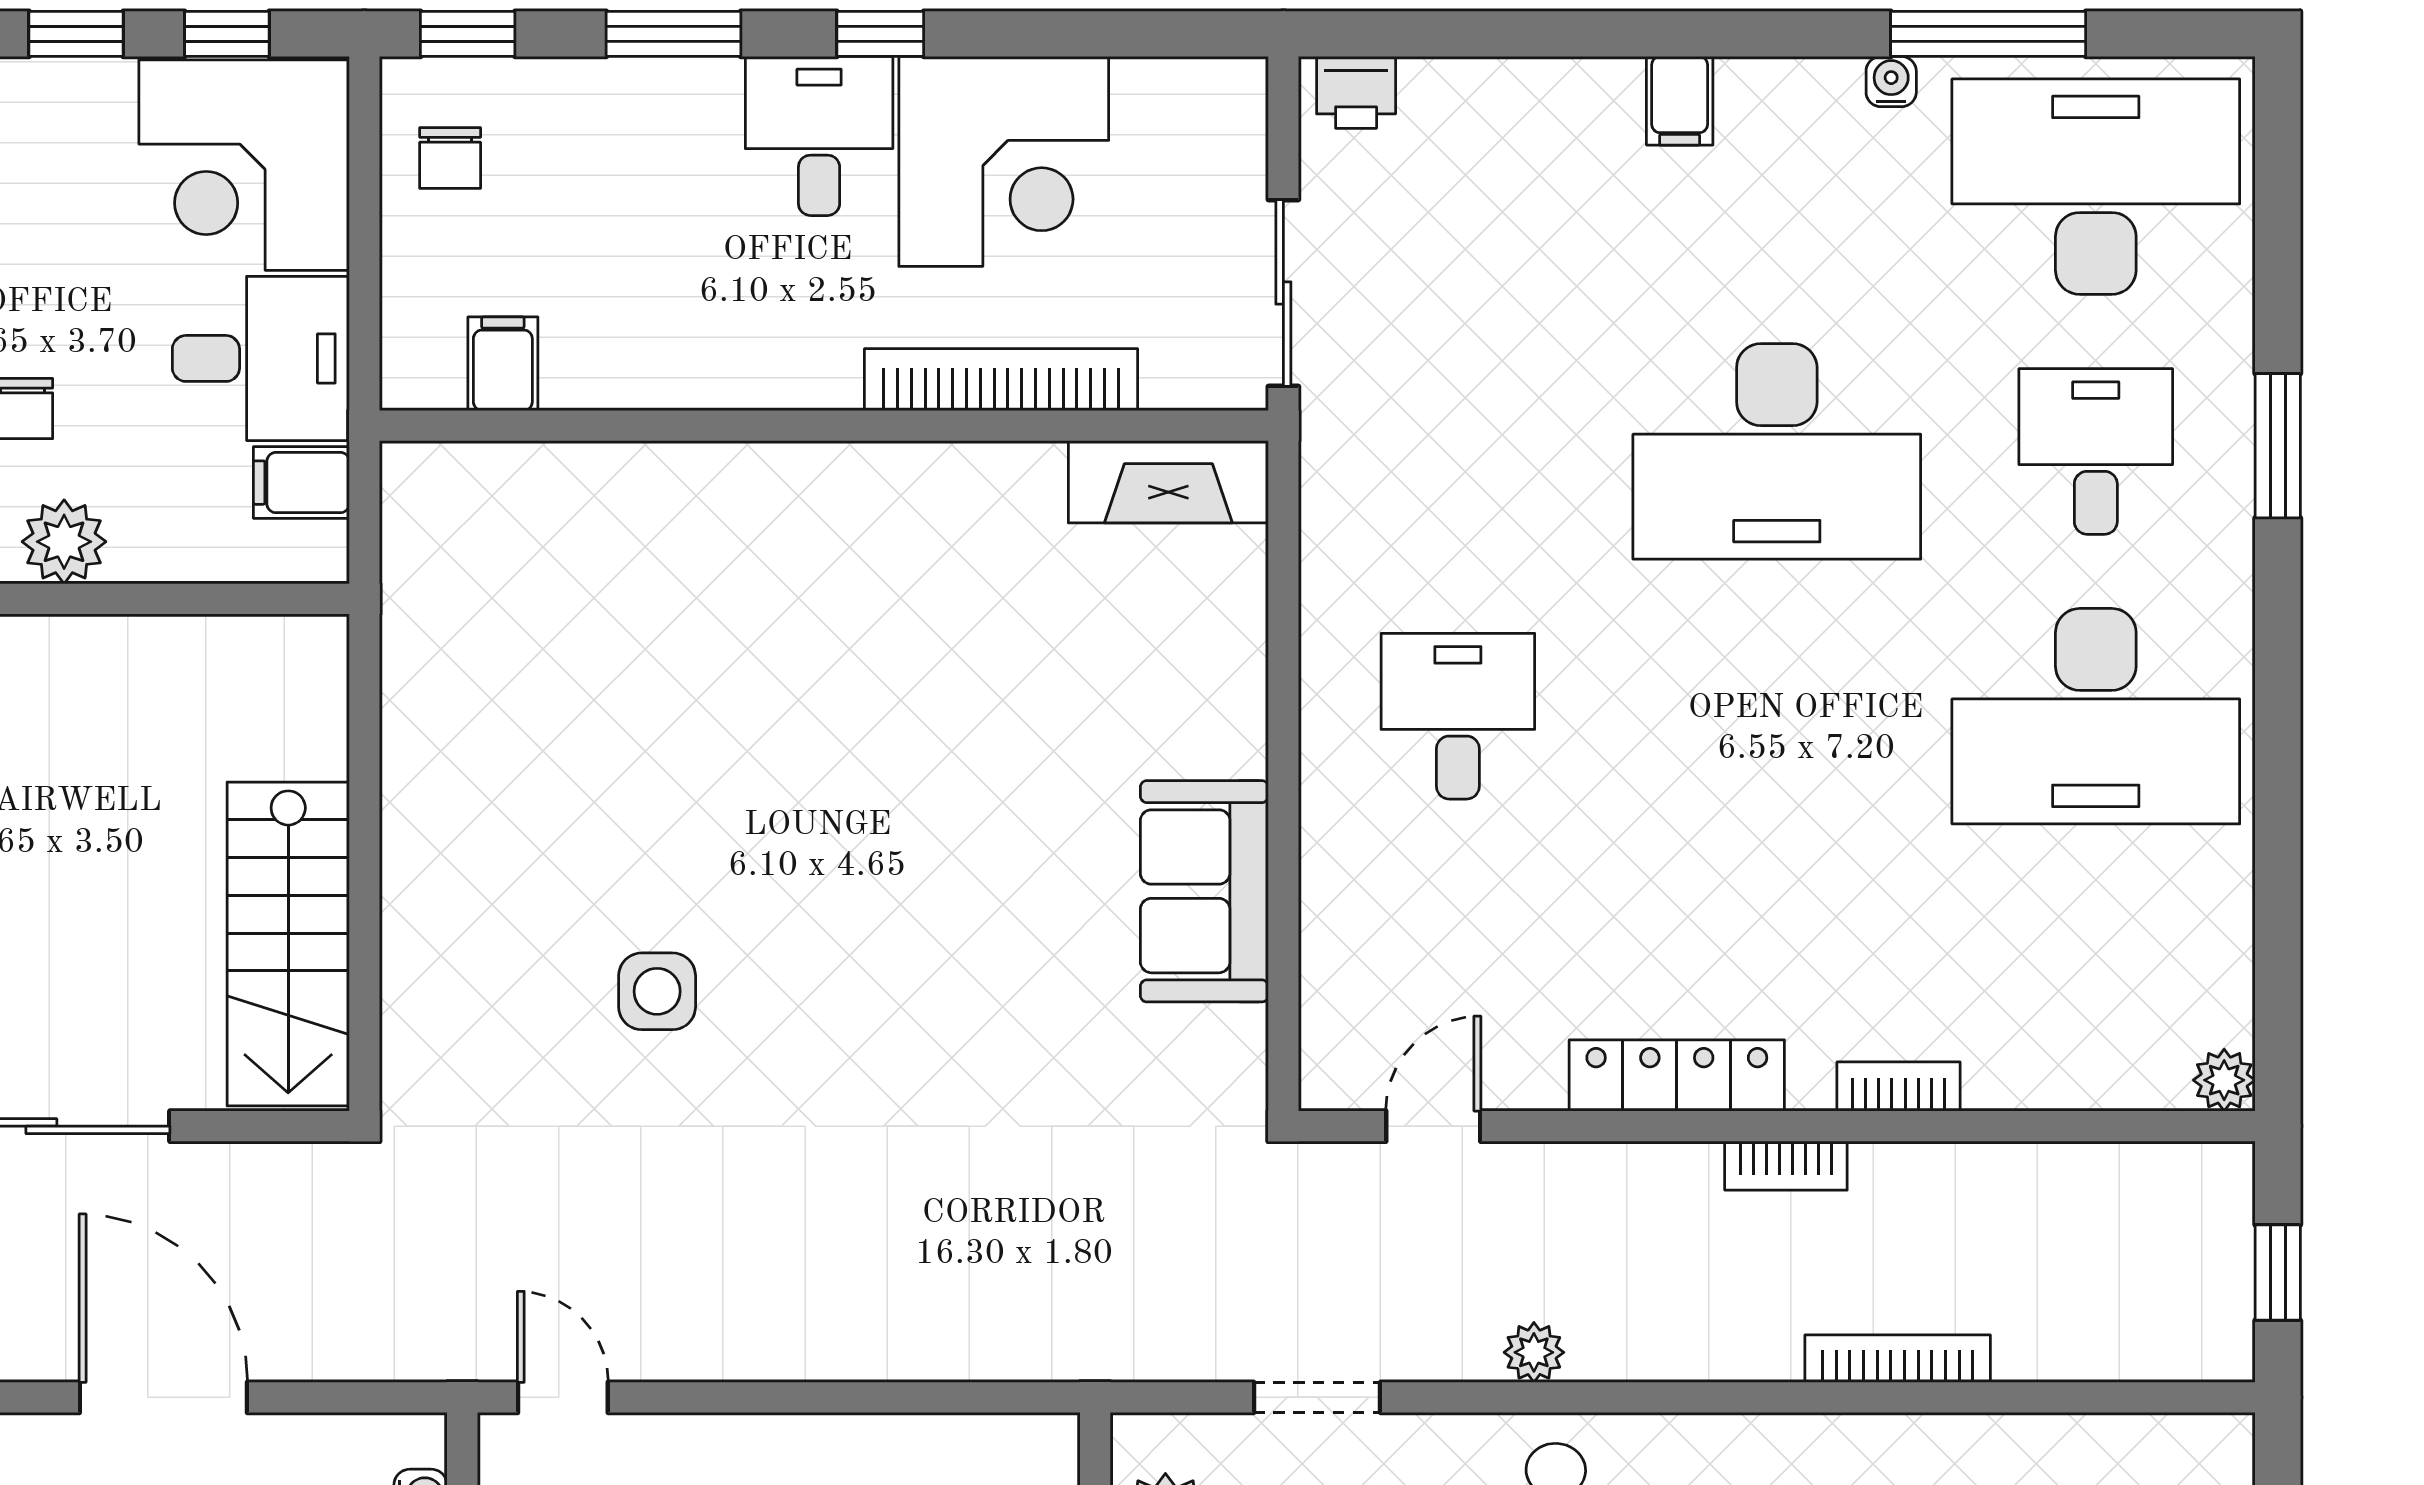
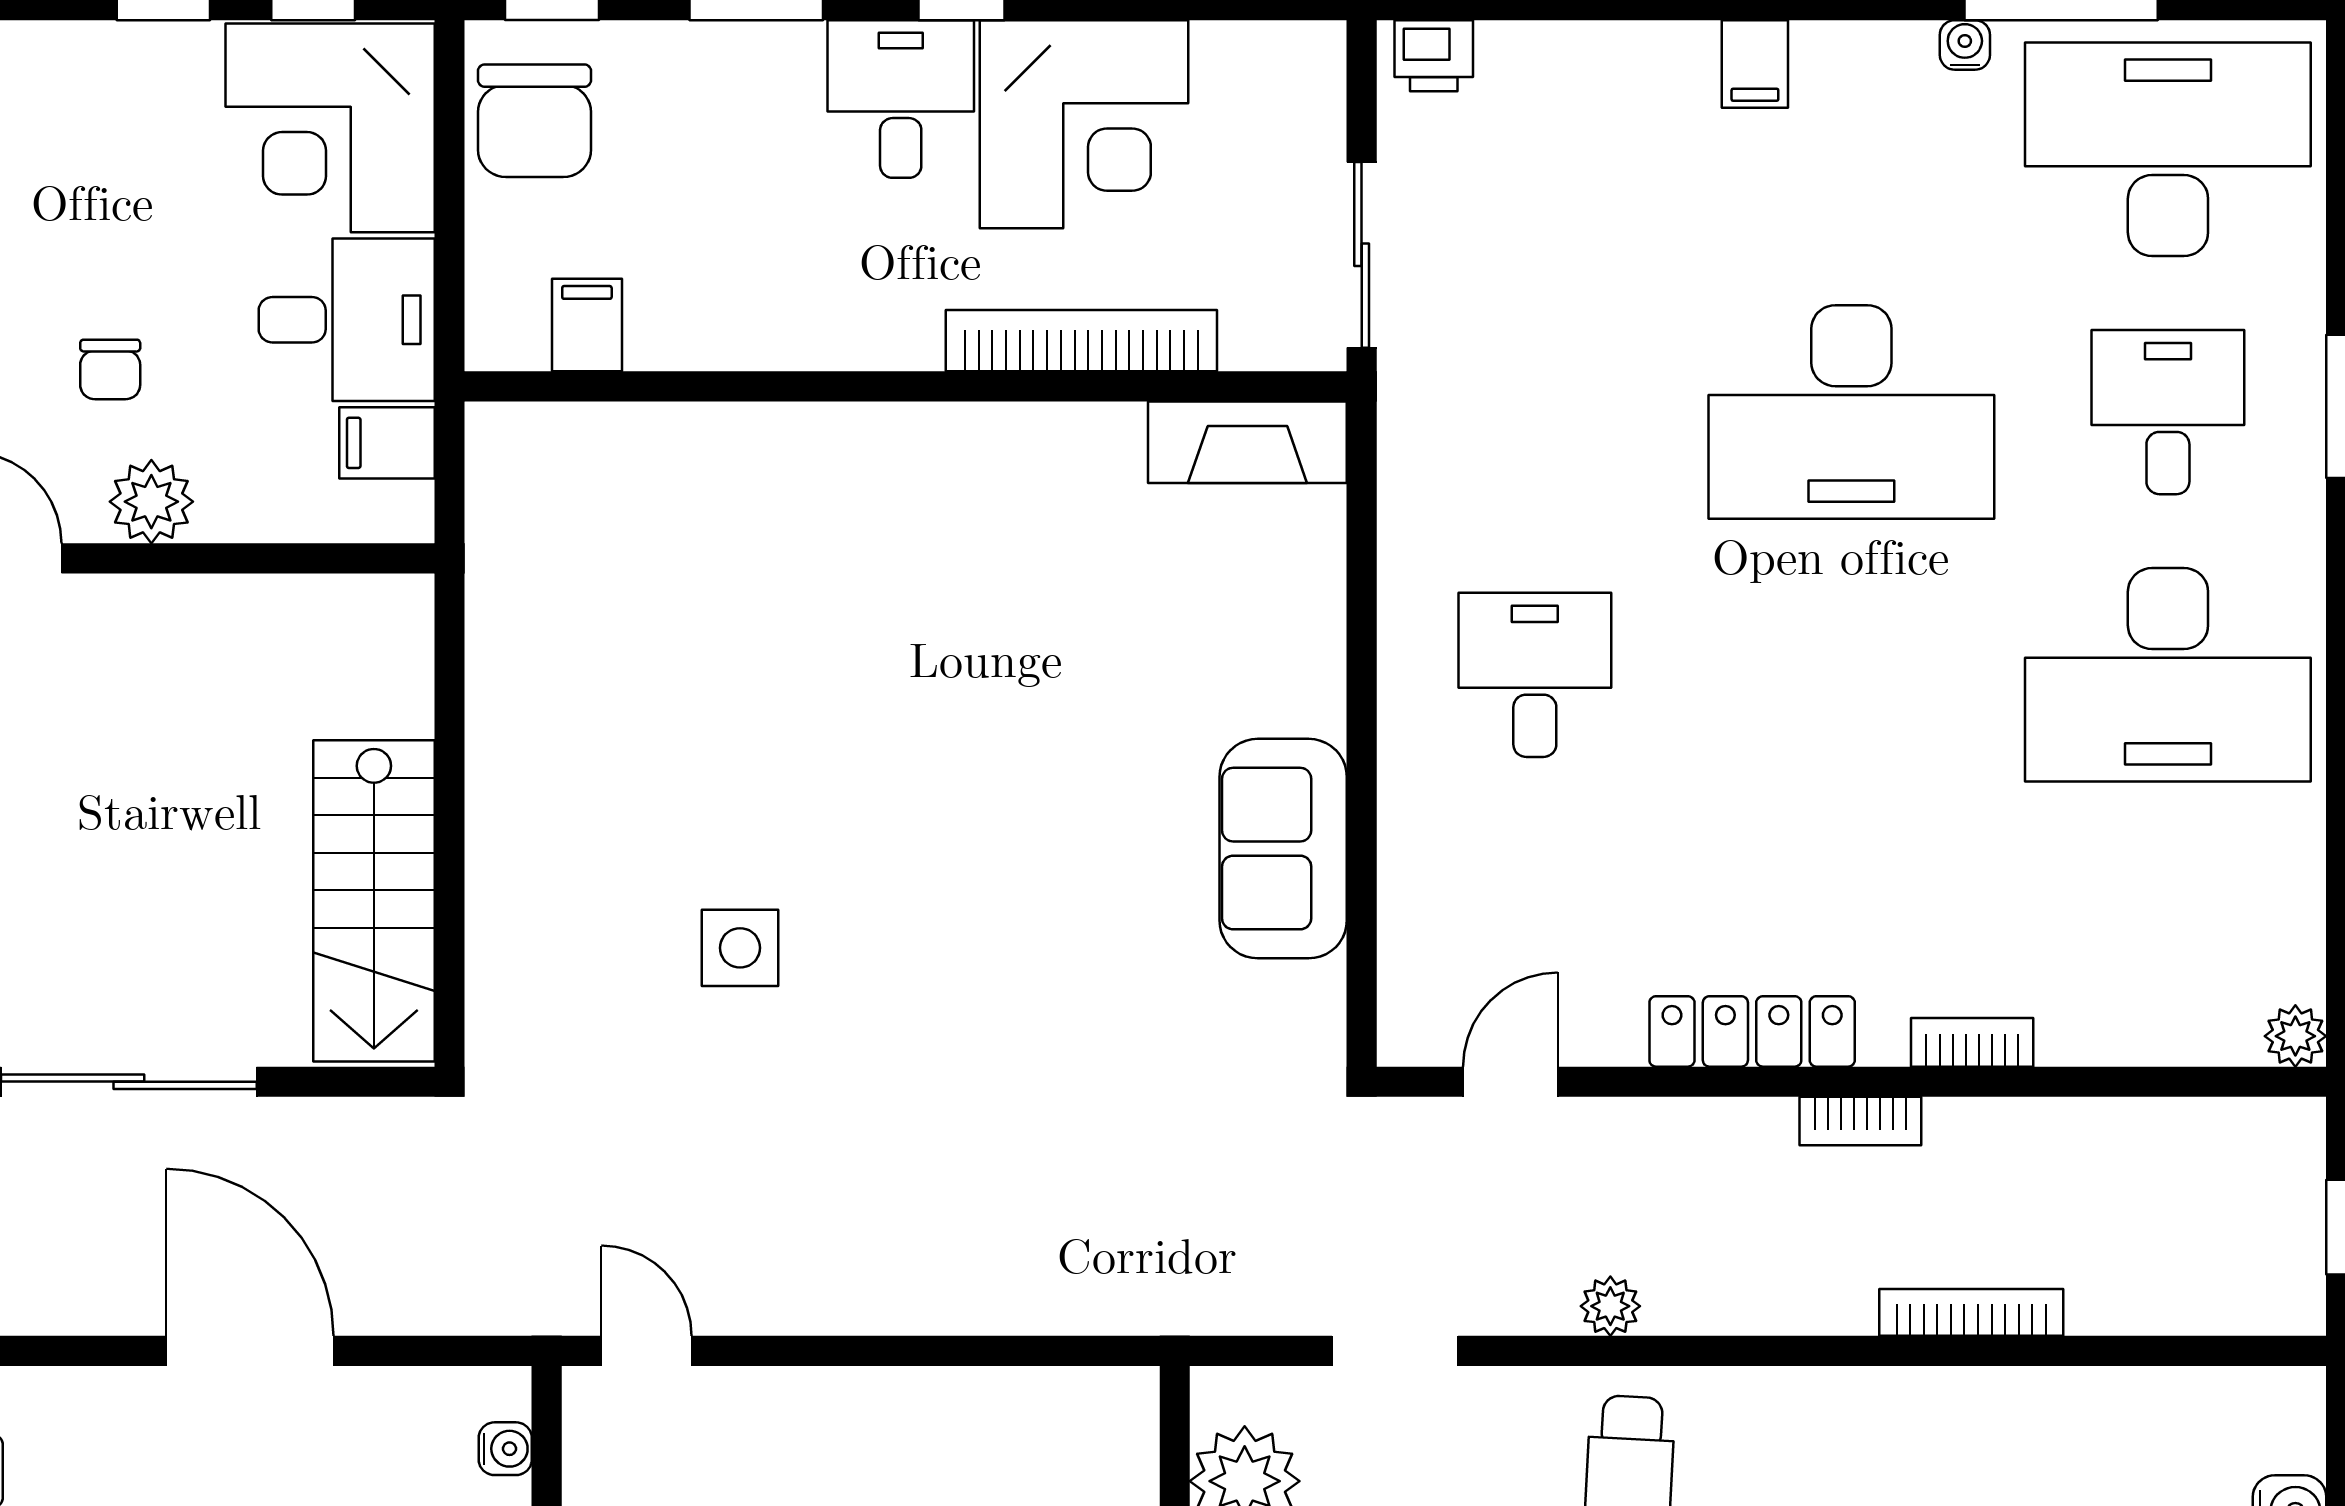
chair: (450, 158) -> (535, 121), width x1.87, depth x1.87

